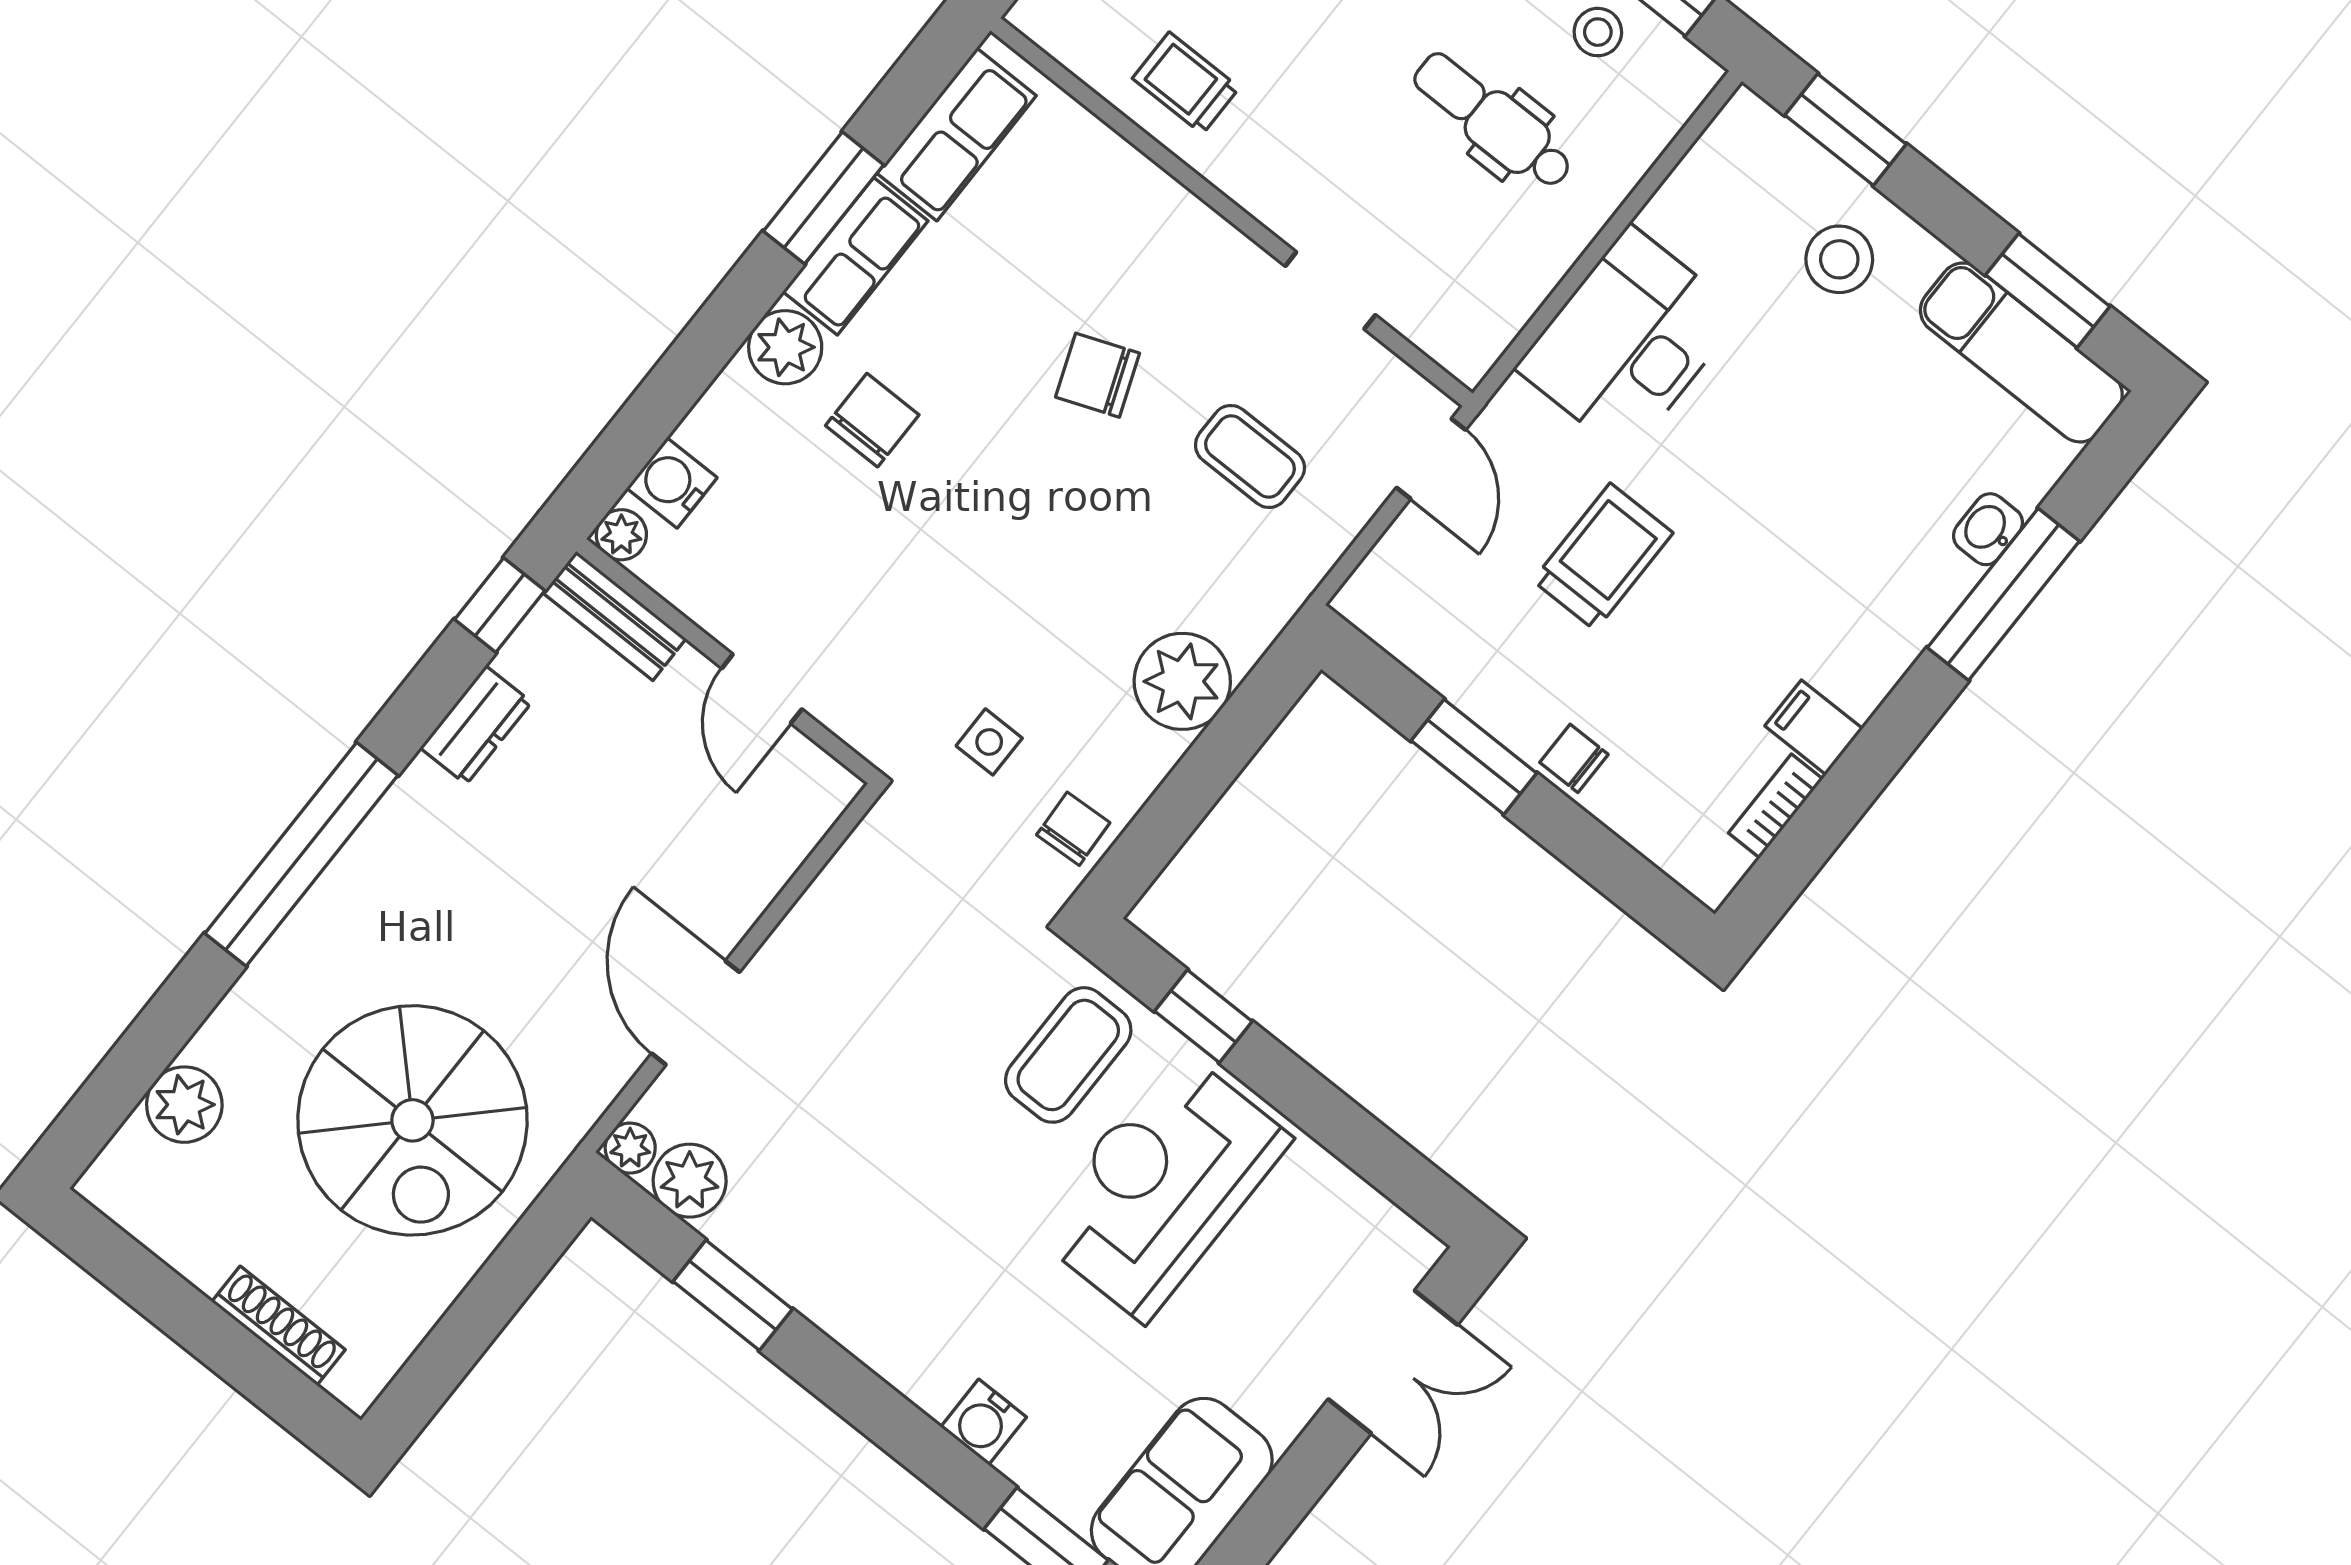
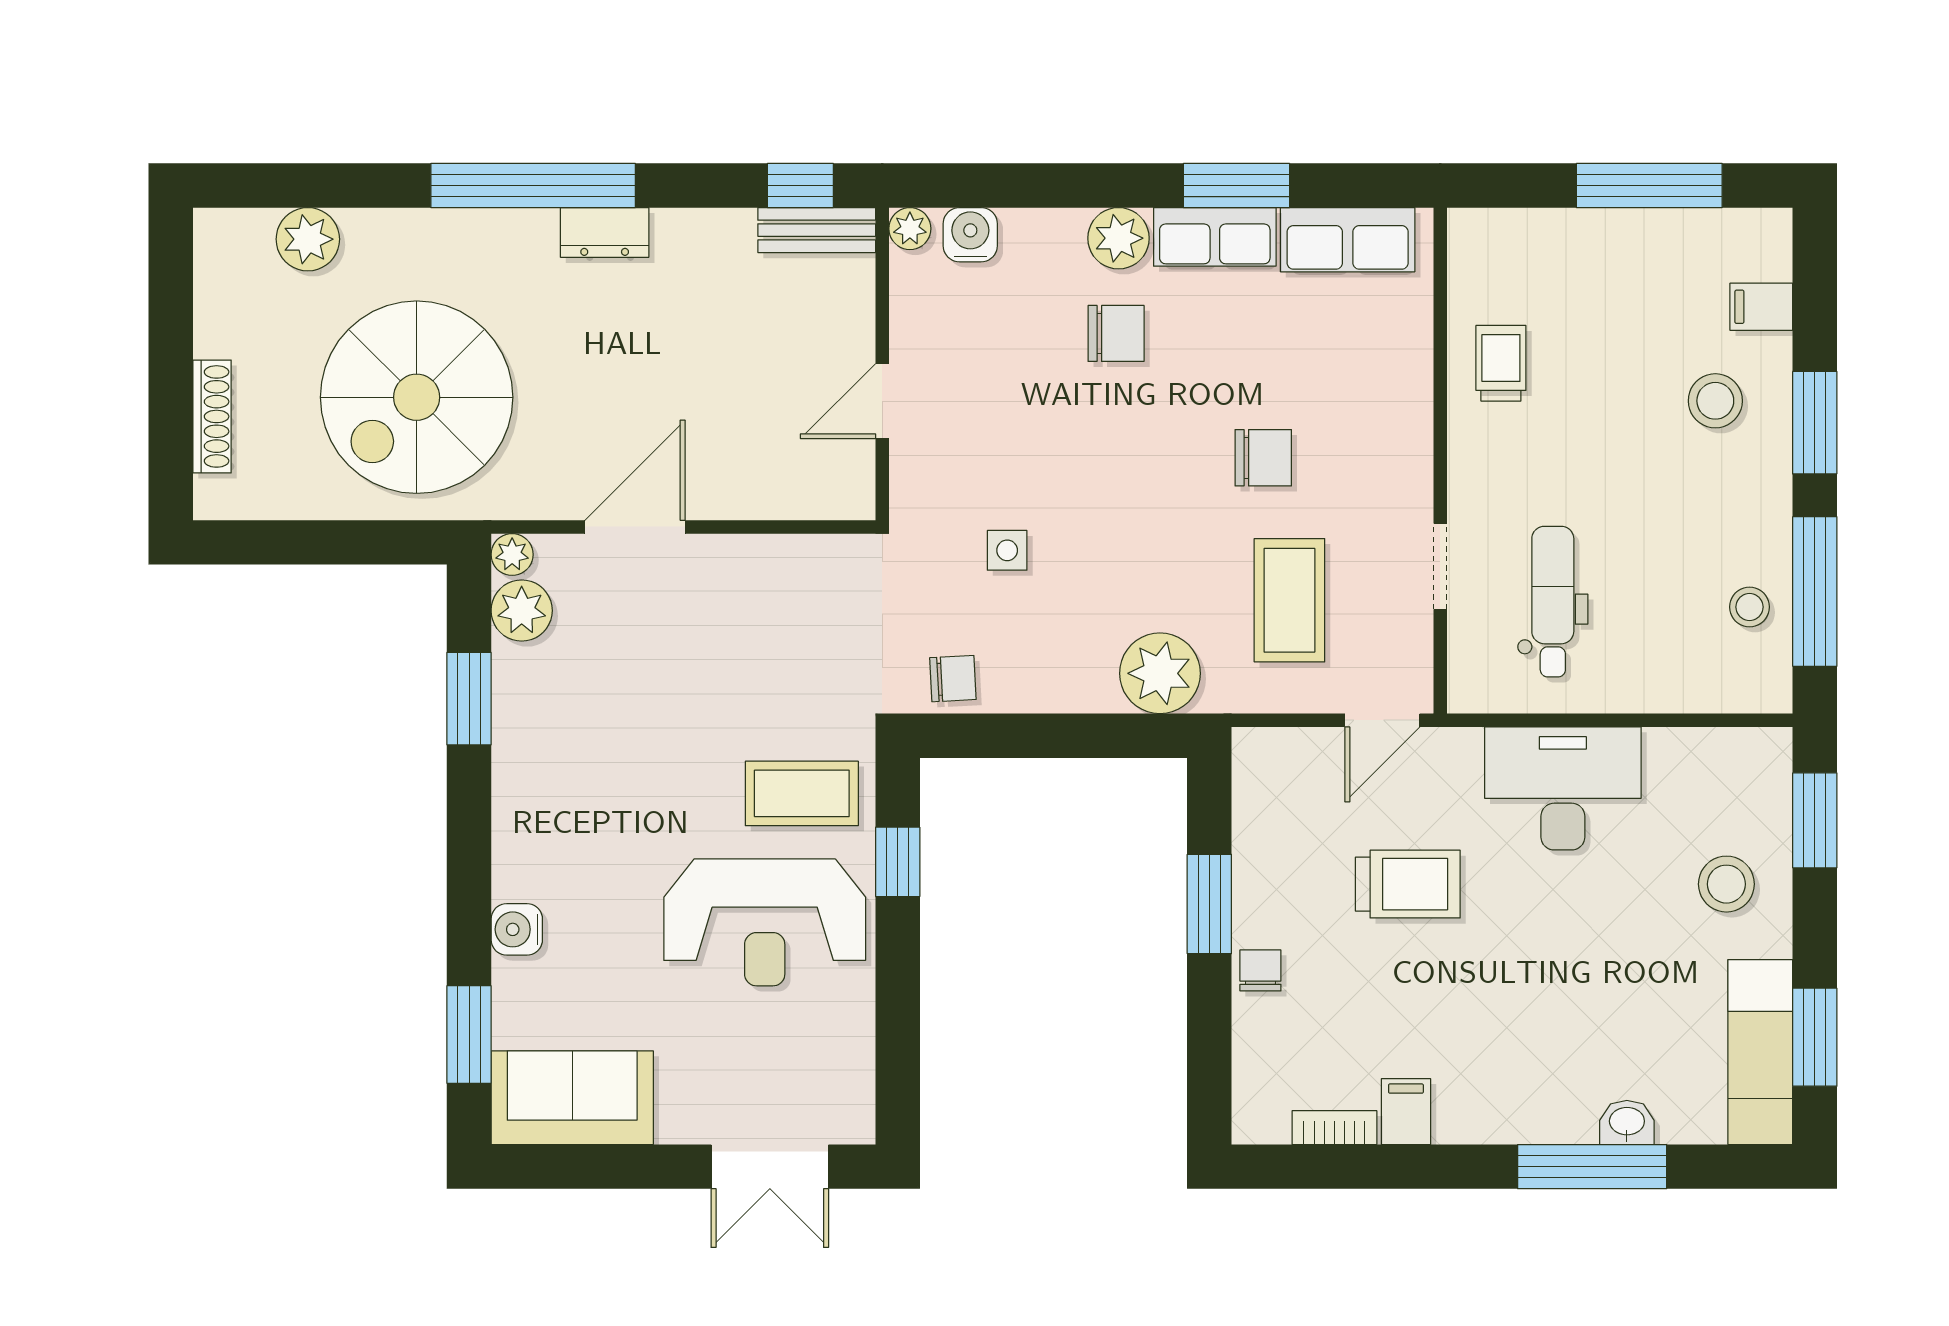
dental chair: (1493, 121) -> (1553, 602), moved
chair: (1098, 375) -> (1263, 458), turned 111
coffee table: (1250, 456) -> (1289, 600), width x1.36, depth x1.30
bench: (615, 616) -> (817, 230), moved, turned 90
plant: (1182, 681) -> (1160, 673), moved
dresser: (476, 725) -> (605, 232), moved
side table: (989, 742) -> (1007, 550), moved
reception desk: (1161, 1185) -> (765, 922), turned 180

